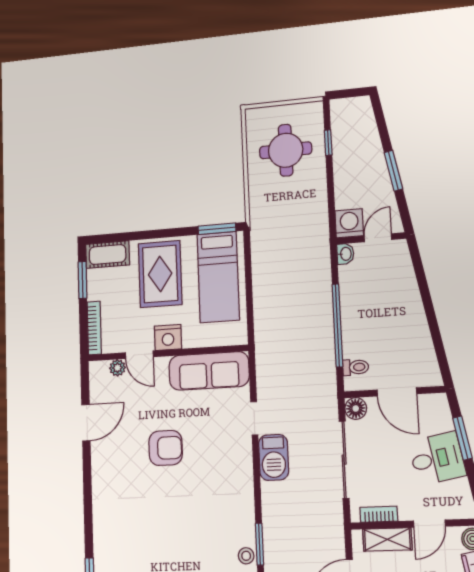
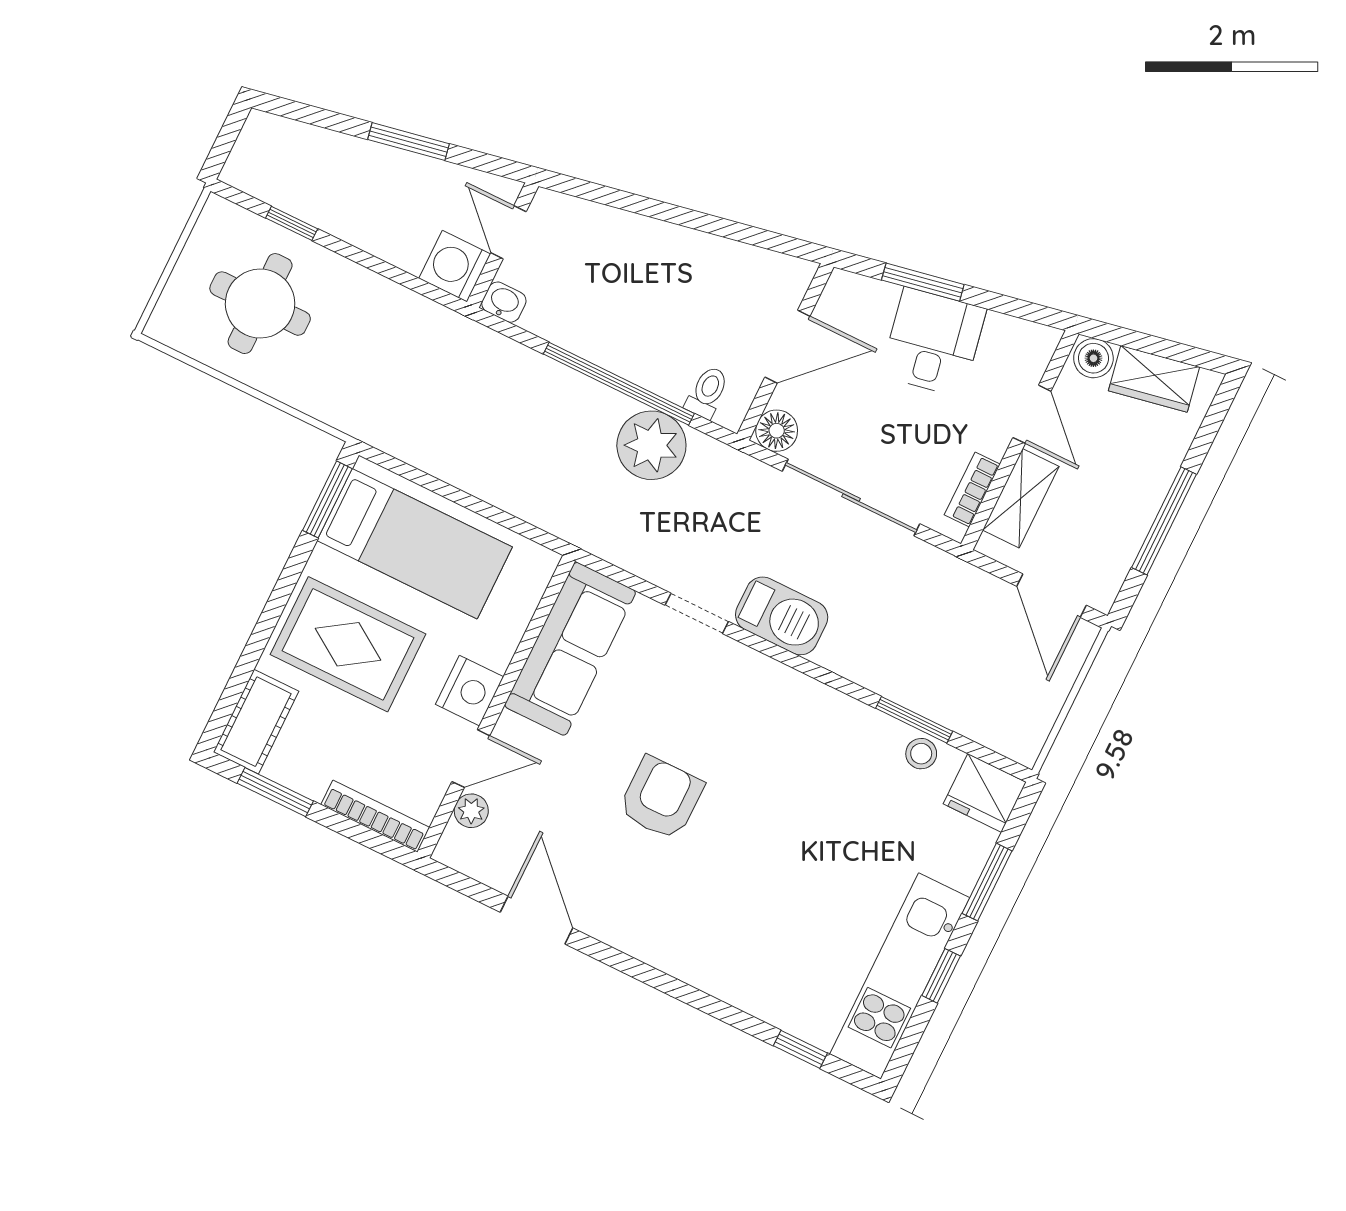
plant: (318, 356) -> (651, 445), added

